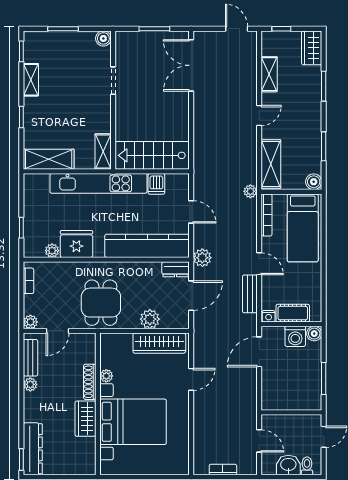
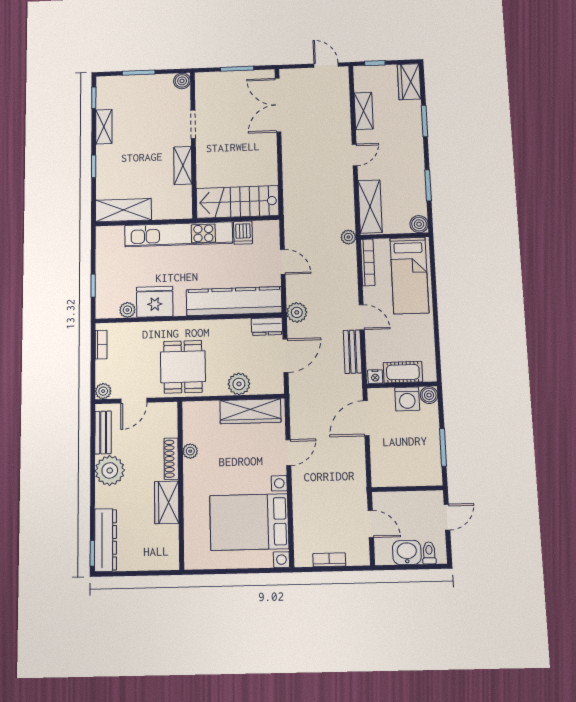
shelving: (103, 151) -> (183, 166), moved
plant: (30, 384) -> (110, 470), width x1.87, depth x1.87
bed with nightstands: (133, 422) -> (249, 522), moved, turned 180

